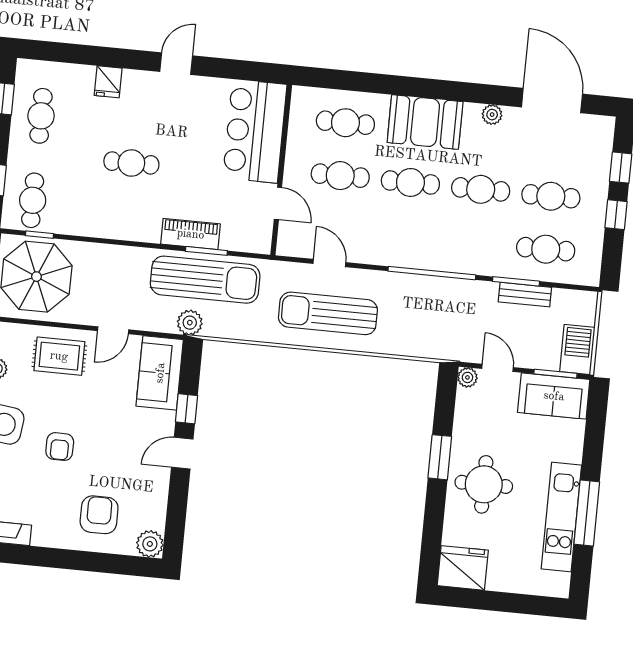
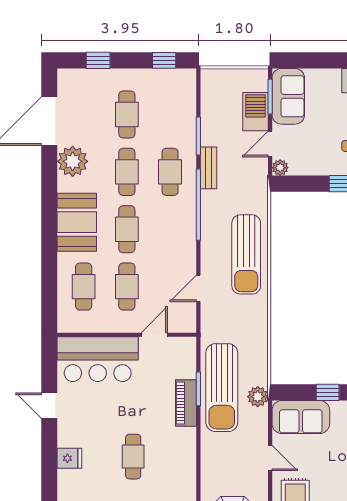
door: (176, 64) -> (49, 406), moved
fridge: (108, 82) -> (69, 458), moved
plant: (492, 115) -> (73, 161), width x1.88, depth x1.88
window: (616, 215) -> (164, 60), moved
cafe table: (546, 249) -> (170, 172), moved
sun lounger: (205, 280) -> (222, 388), turned 180
bench: (525, 295) -> (208, 168), moved
sun lounger: (328, 313) -> (246, 254), moved
barbecue: (577, 349) -> (255, 112), moved, turned 90

